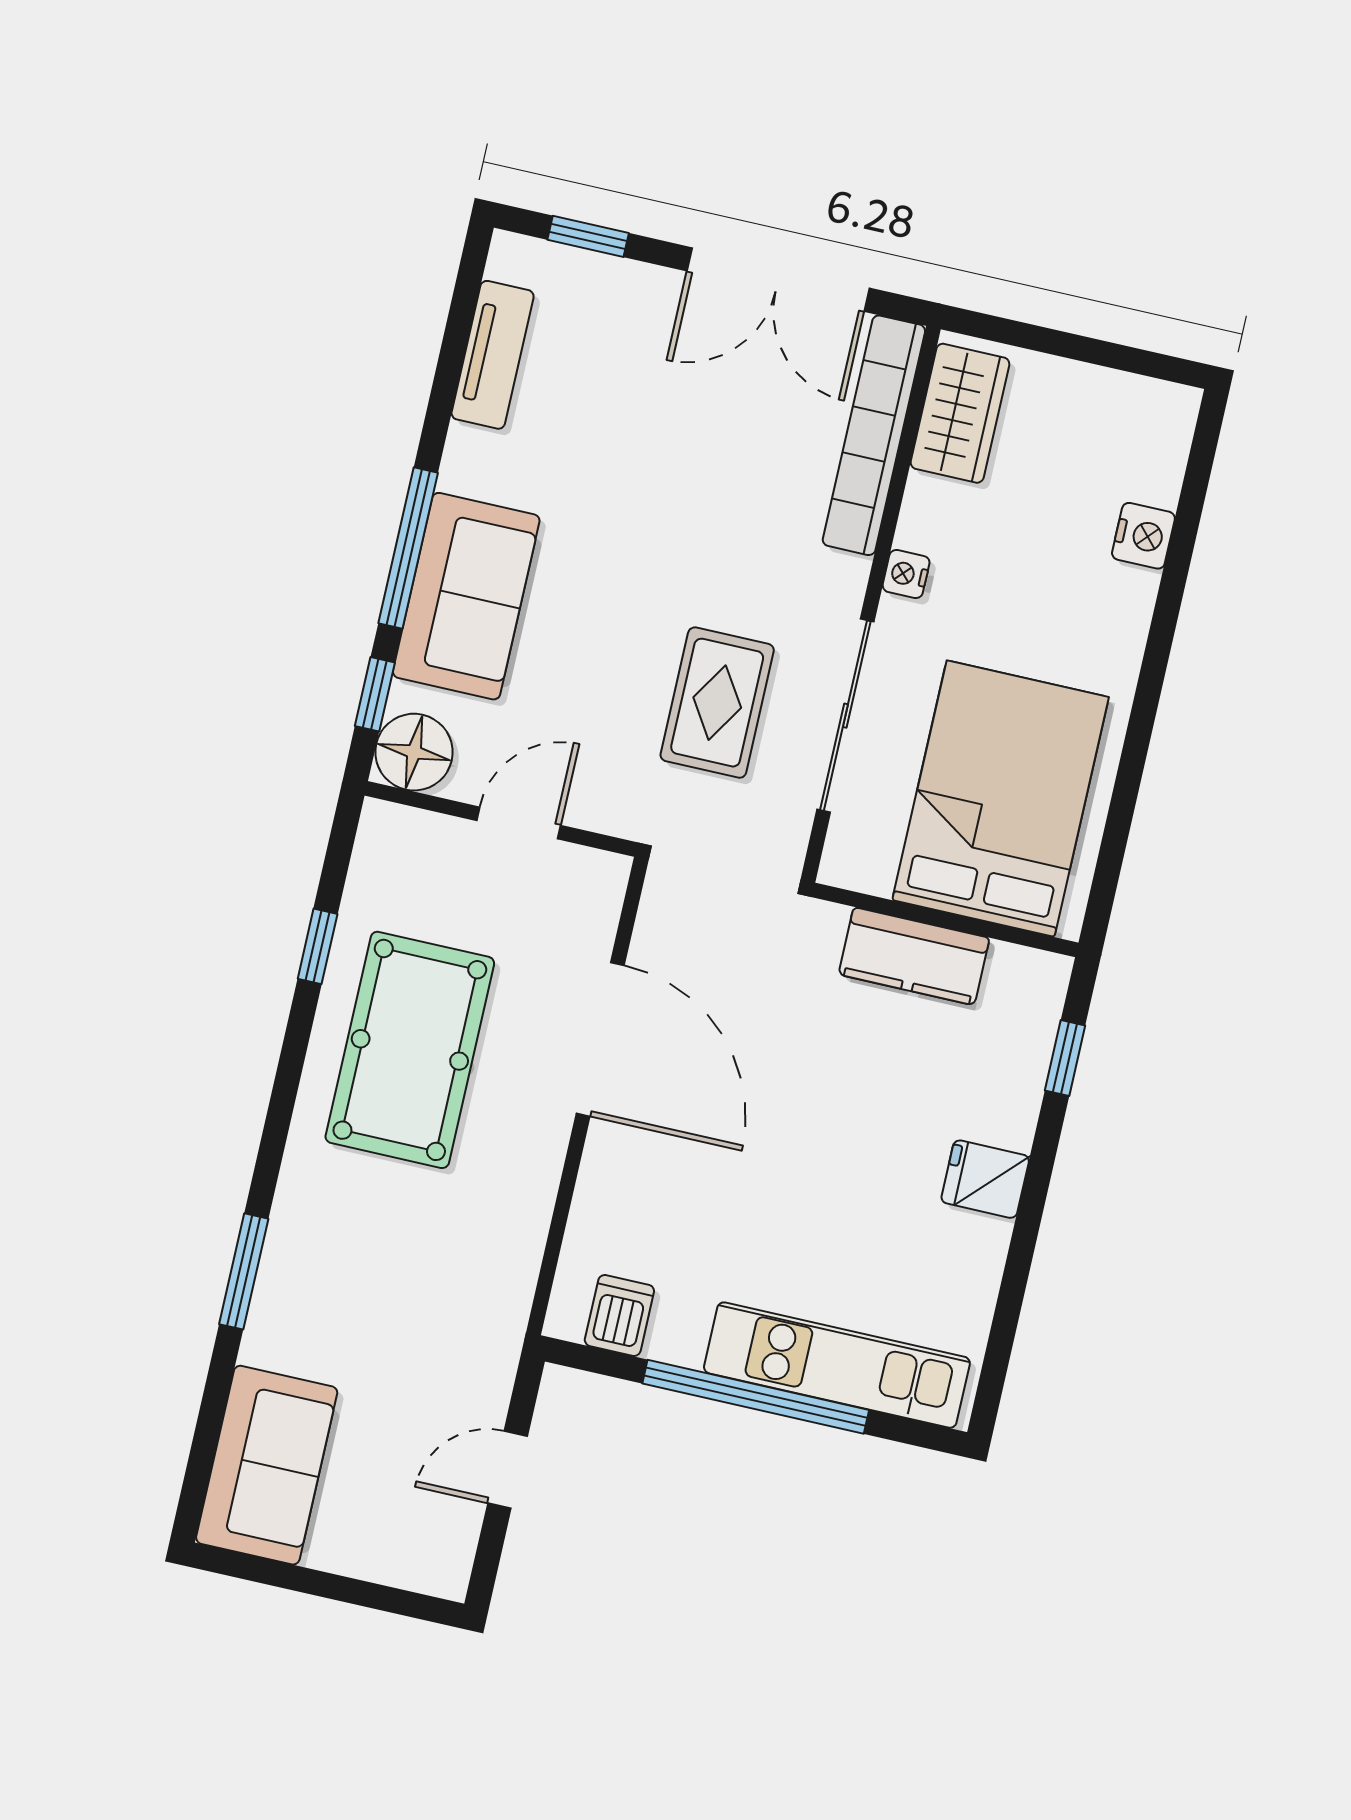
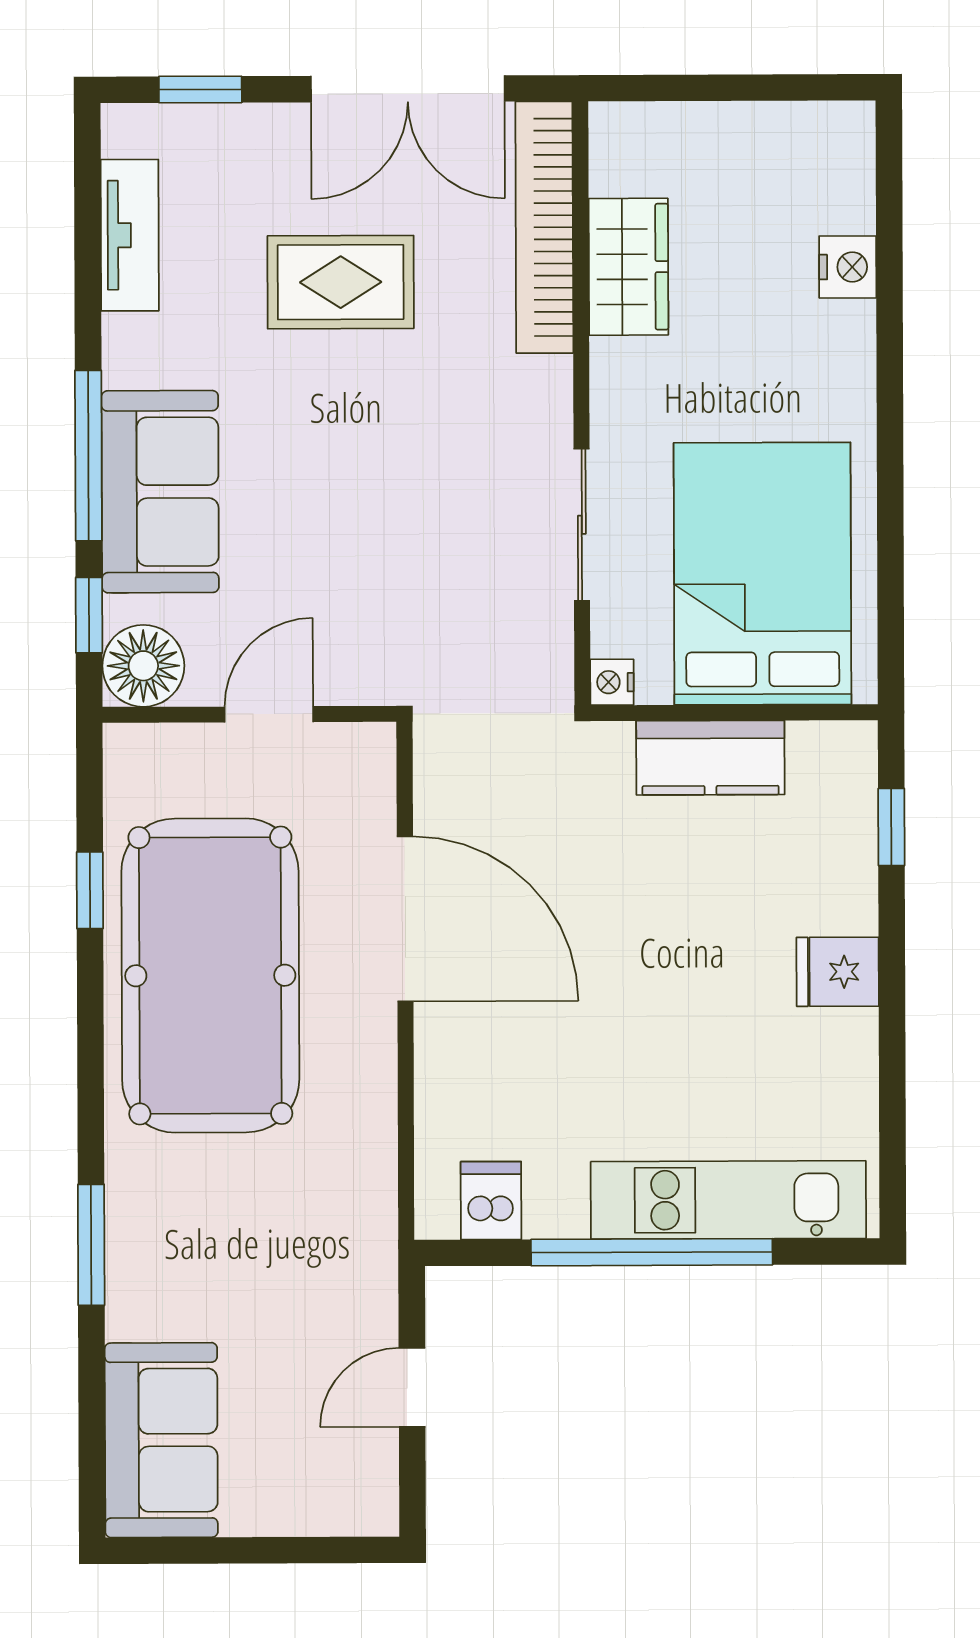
wardrobe: (960, 413) -> (628, 267), moved
nightstand: (906, 574) -> (612, 682), moved
rug: (717, 703) -> (341, 282), moved, turned 90
sliding door: (845, 716) -> (582, 525), width x0.73
pool table: (410, 1050) -> (210, 975), width x1.36, depth x1.32

